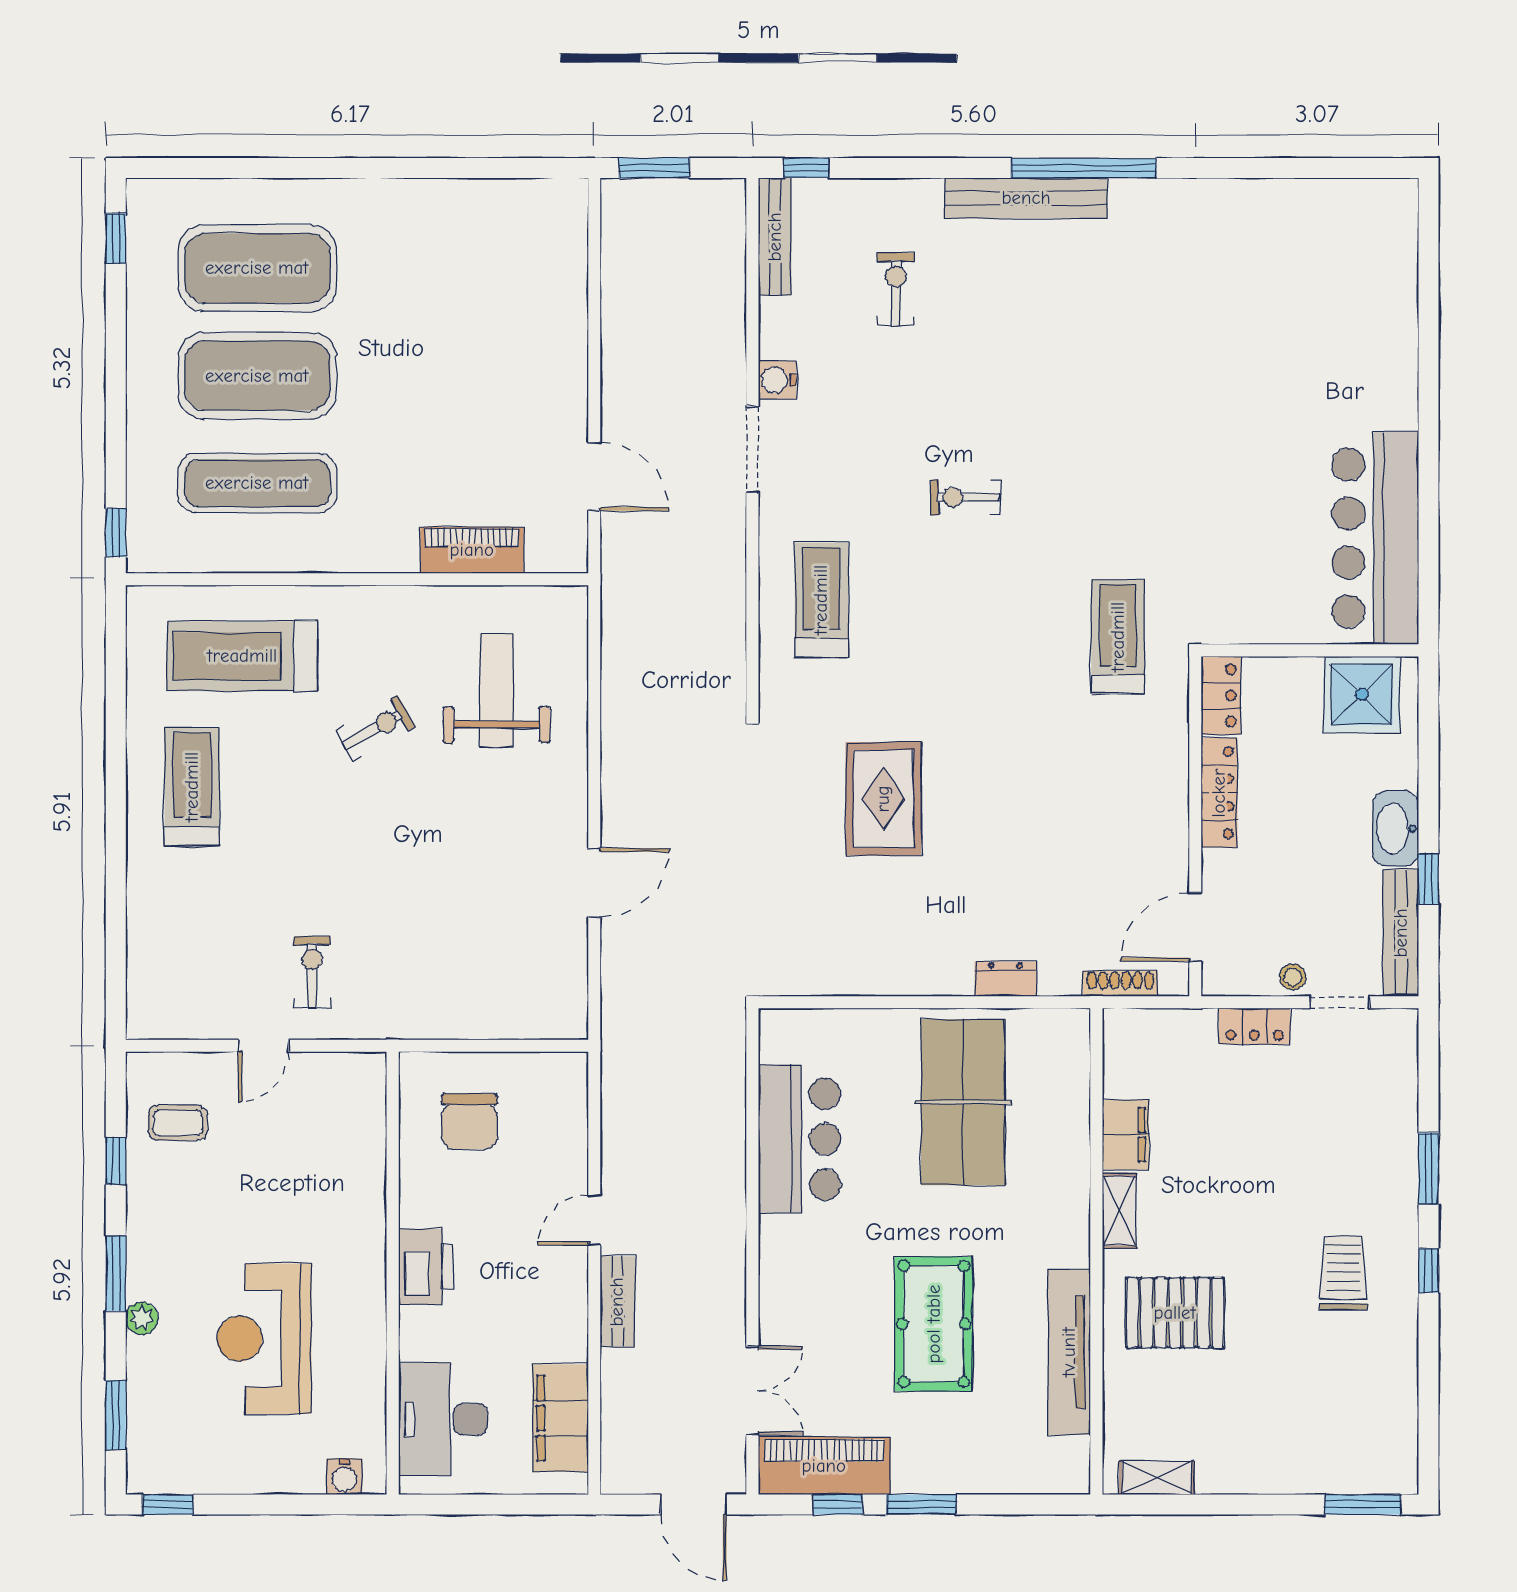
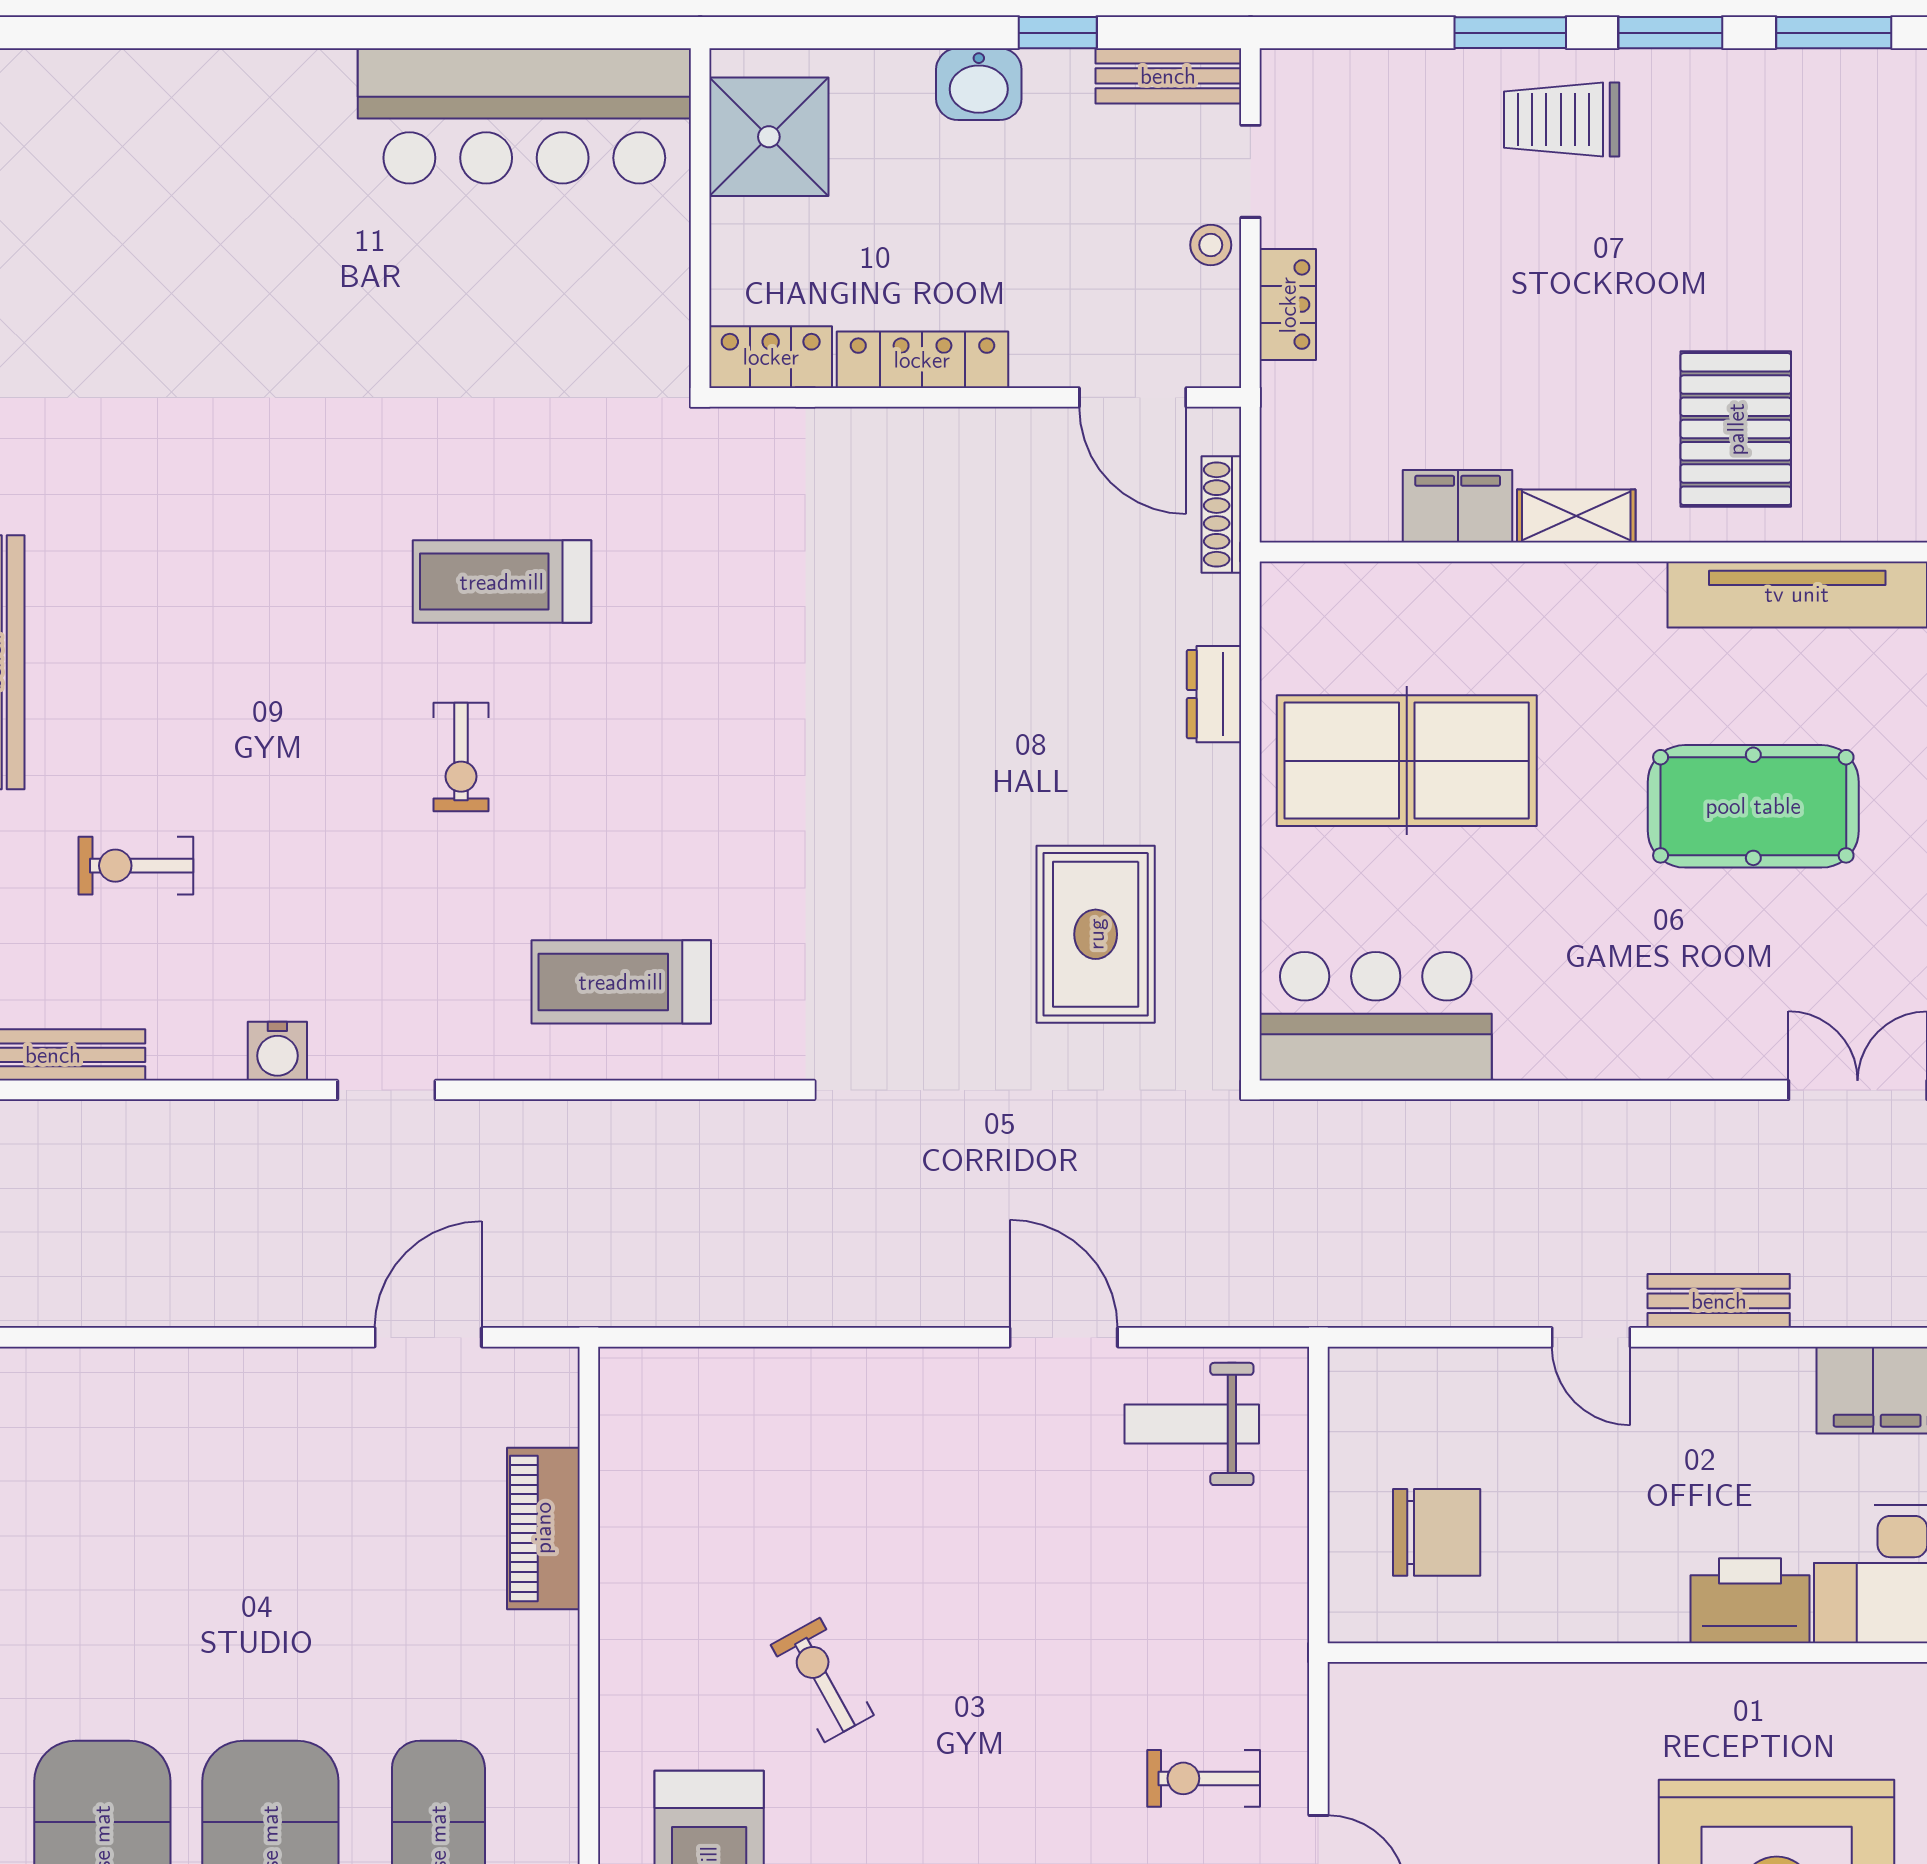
doorway: (752, 450) -> (386, 1090), width x0.73
treadmill: (1118, 637) -> (502, 582), moved
weight bench: (497, 690) -> (1192, 1424), moved, width x0.73, depth x0.75
rug: (883, 799) -> (1096, 934), moved, turned 90
washbasin: (1396, 829) -> (979, 84), width x0.72
bench: (1401, 933) -> (1168, 76), width x0.73
bar counter: (800, 1139) -> (1376, 1016), moved
printer: (426, 1267) -> (1750, 1601), moved
window: (1429, 1271) -> (1670, 33), width x1.50
trolley: (1343, 1273) -> (1562, 120), moved
window: (1429, 1375) -> (1834, 33), added

